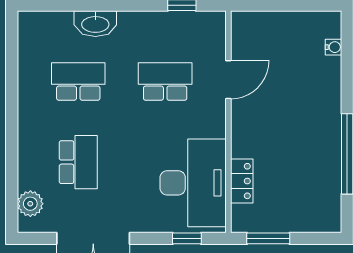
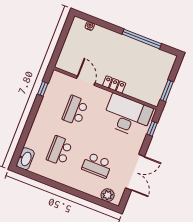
washbasin: (95, 24) -> (25, 159), moved
school desk: (78, 162) -> (97, 165), turned 180
locker: (242, 181) -> (114, 85), moved

